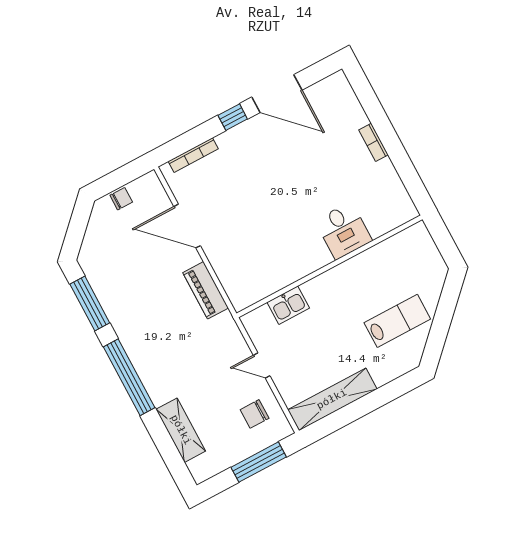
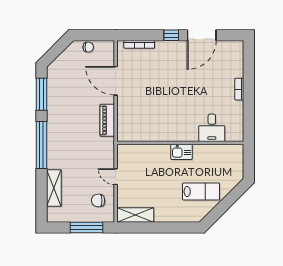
door: (277, 94) -> (202, 35), hinge flipped
desk: (343, 231) -> (212, 128), moved
kitchen sink: (288, 305) -> (182, 152), moved
shelving: (332, 399) -> (135, 215), width x0.68

